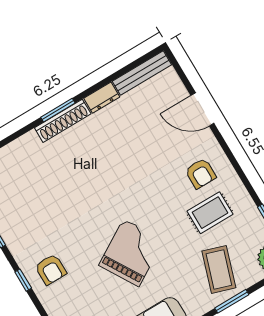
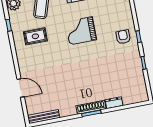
dresser: (102, 98) -> (114, 103), moved
armchair: (201, 173) -> (33, 57), removed
grand piano: (131, 253) -> (81, 31), turned 31

